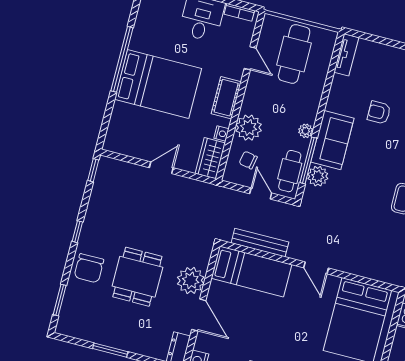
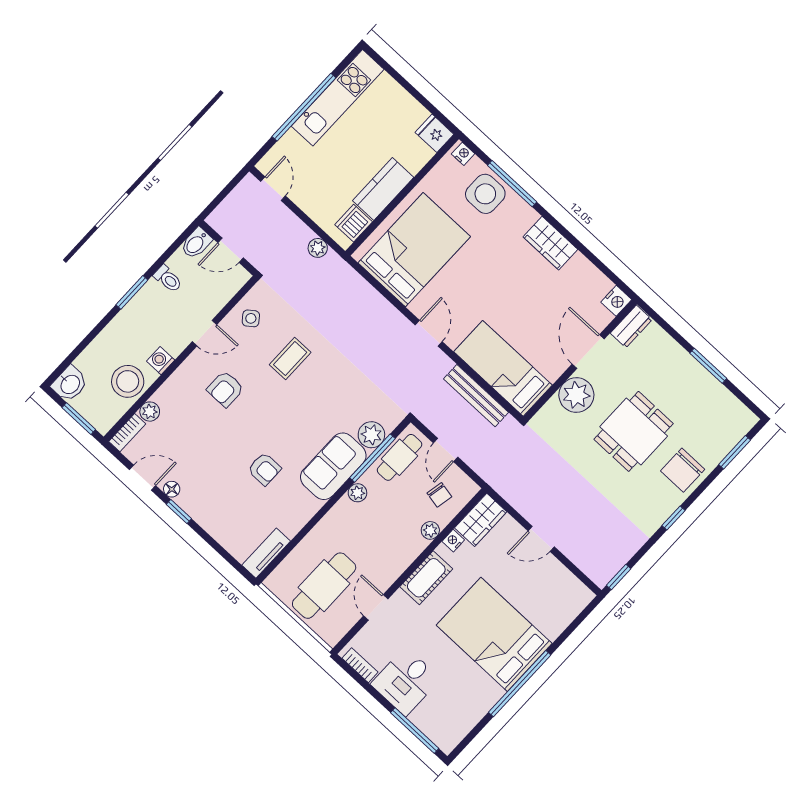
plant: (249, 128) -> (430, 530), width x0.53, depth x0.53
chair: (89, 268) -> (683, 470), turned 180

